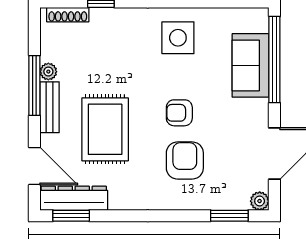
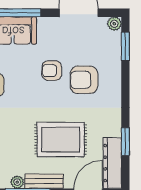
armchair: (179, 113) -> (52, 71), moved, turned 90
window: (71, 216) -> (125, 142), moved

